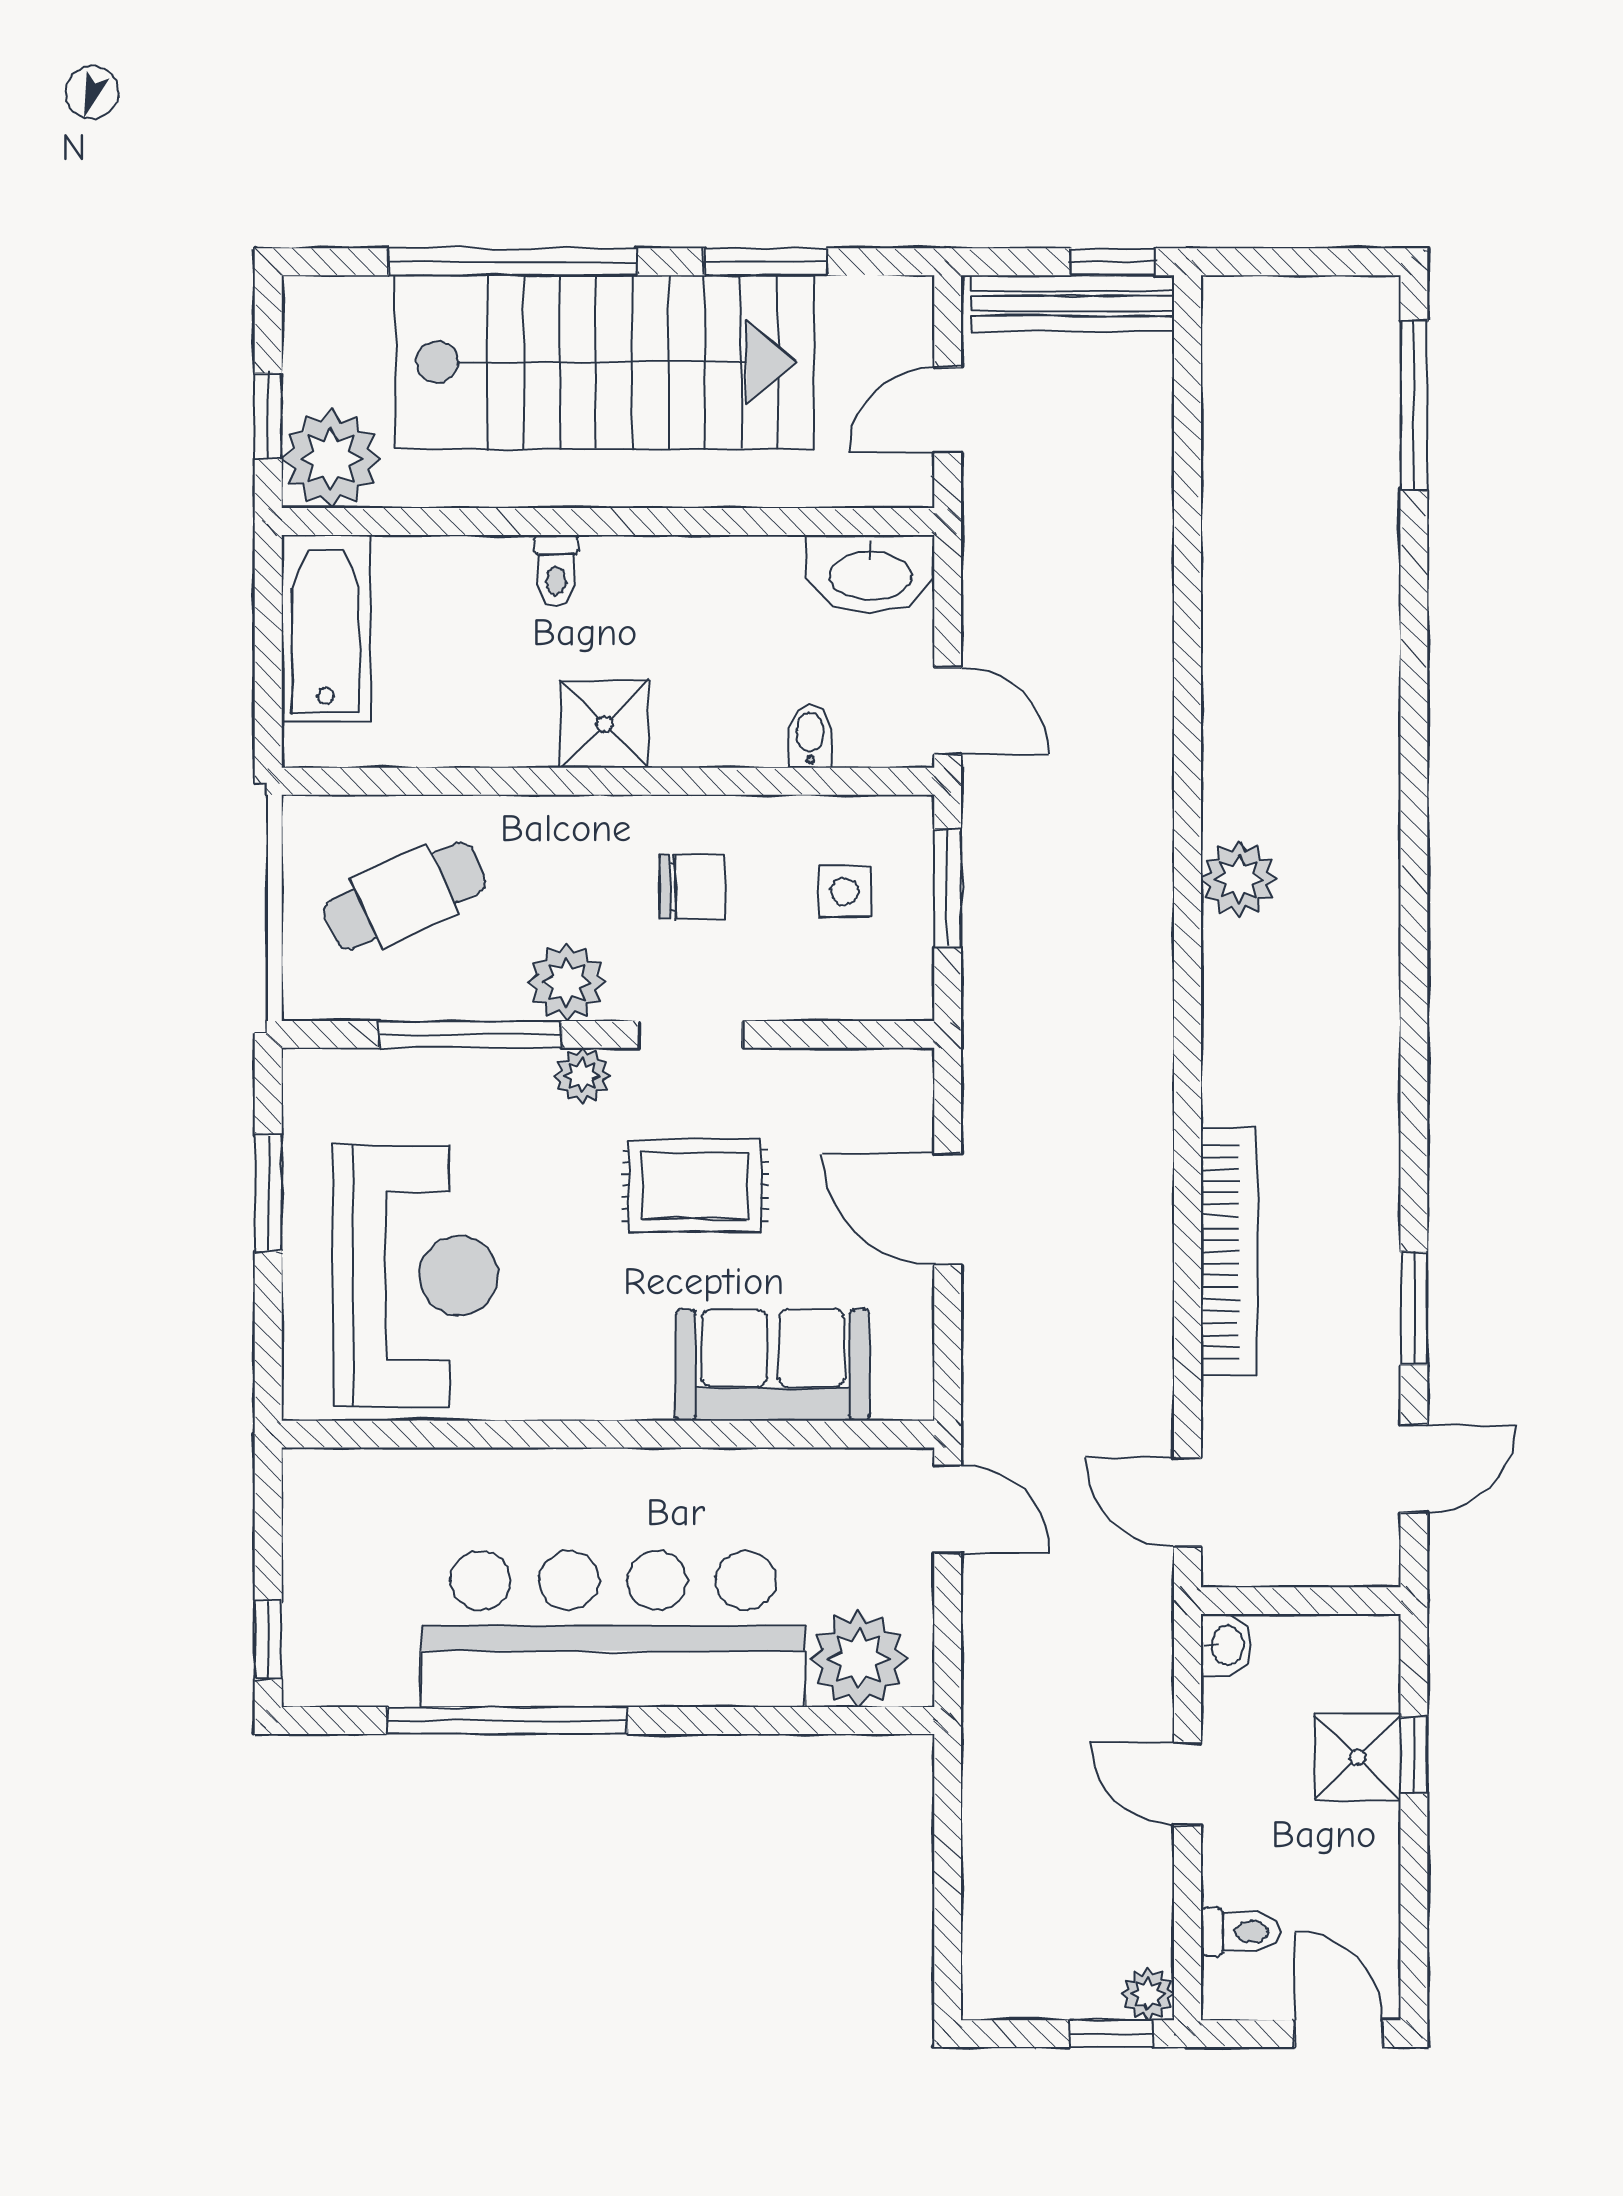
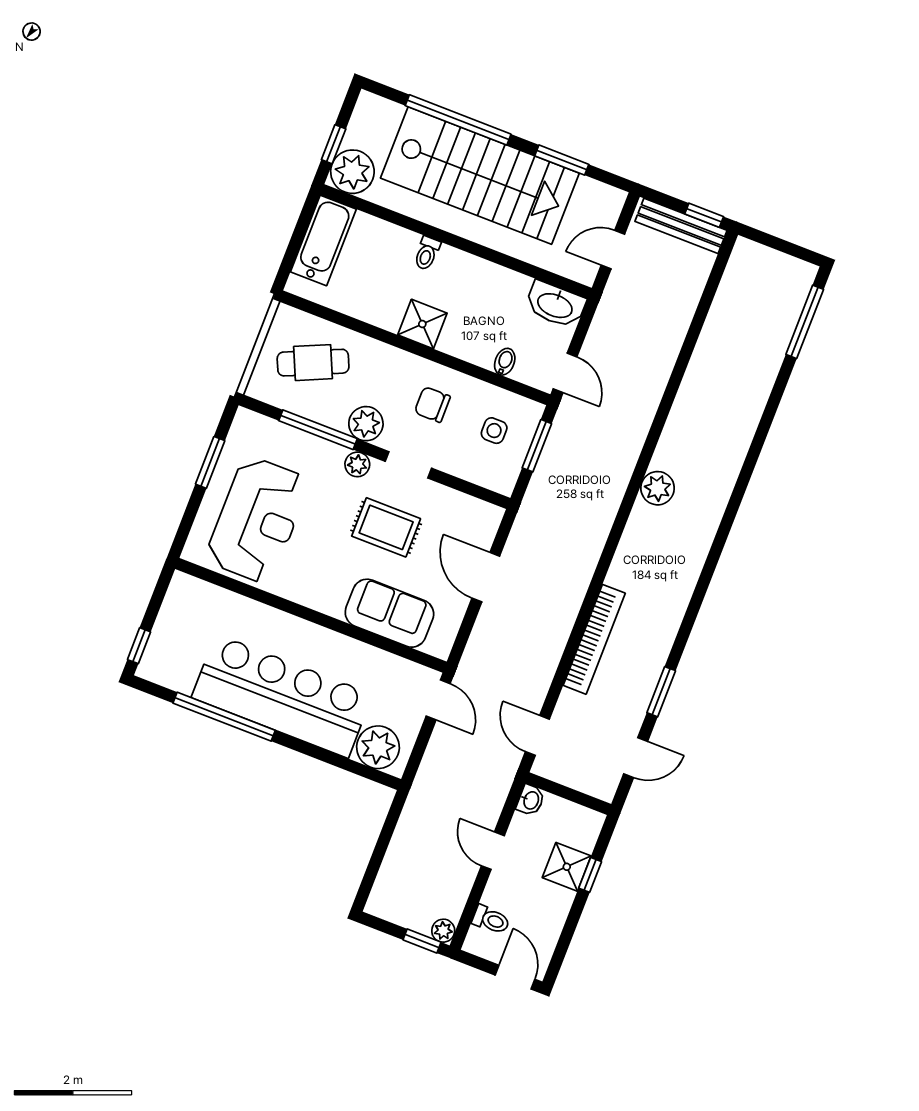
chair: (692, 887) -> (432, 404), turned 180

